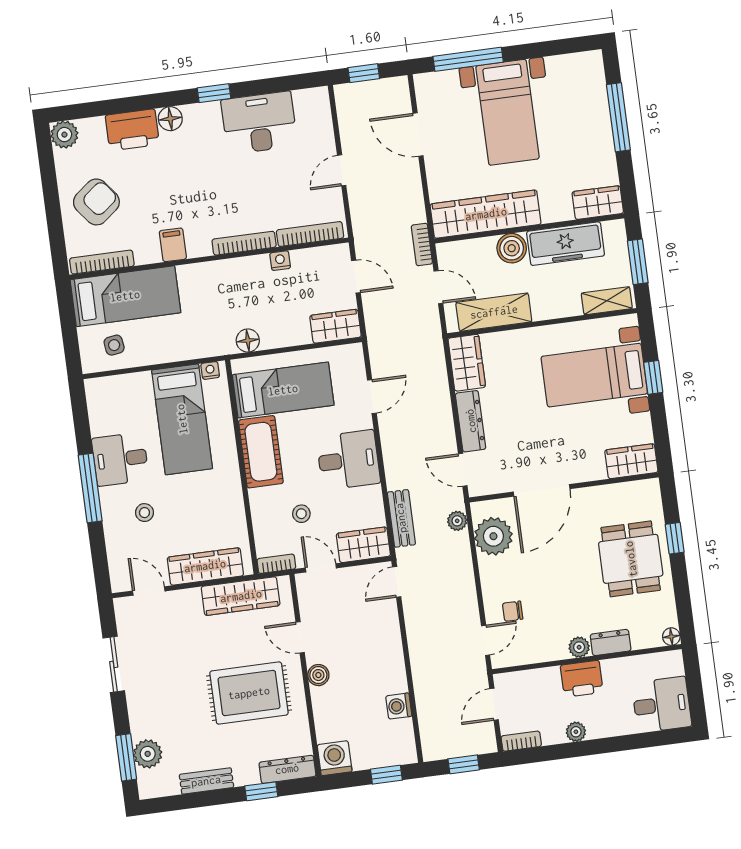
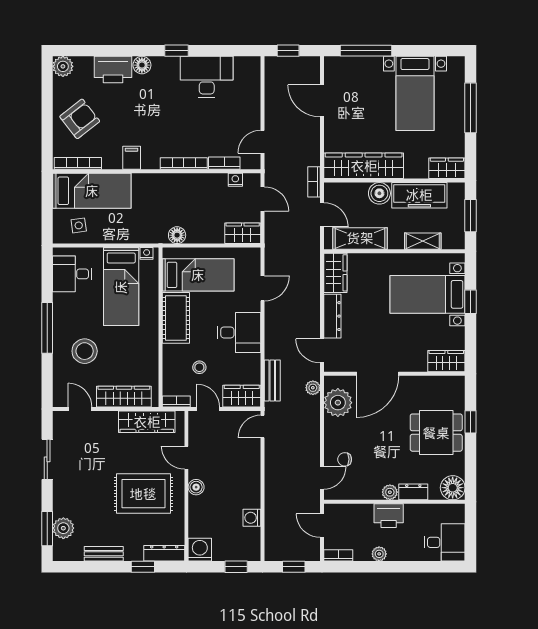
bed with nightstands: (508, 112) -> (415, 93), moved
door: (342, 170) -> (263, 142), moved
bookcase: (310, 234) -> (224, 163), width x0.64
nightstand: (280, 261) -> (235, 180), moved
shelving: (607, 301) -> (423, 241), moved
desk: (120, 459) -> (72, 274), moved
stool: (144, 513) -> (85, 351), width x1.89, depth x1.89
dining table: (631, 559) -> (436, 433), turned 90
floor lamp: (671, 637) -> (453, 488), width x1.89, depth x1.89
door: (494, 704) -> (322, 526), hinge flipped

